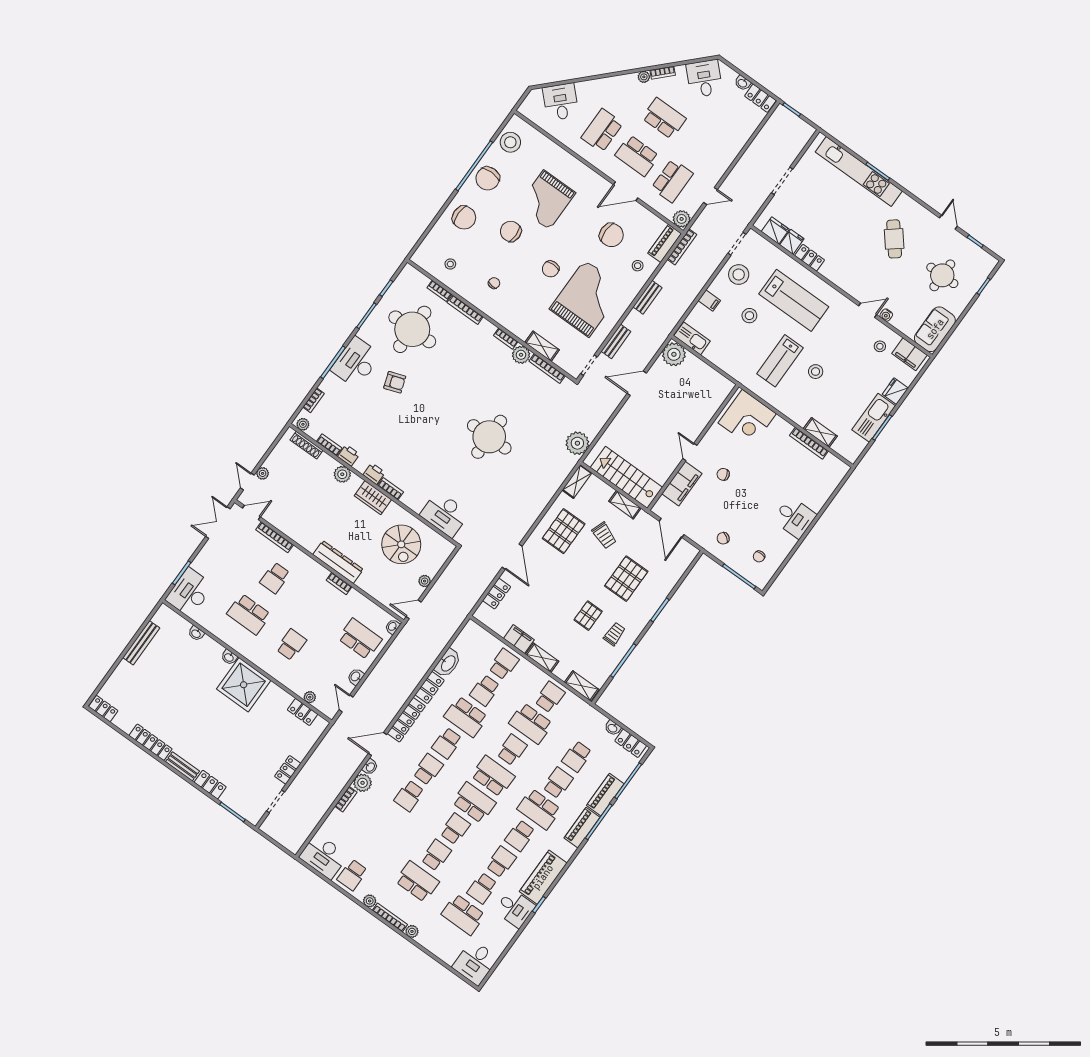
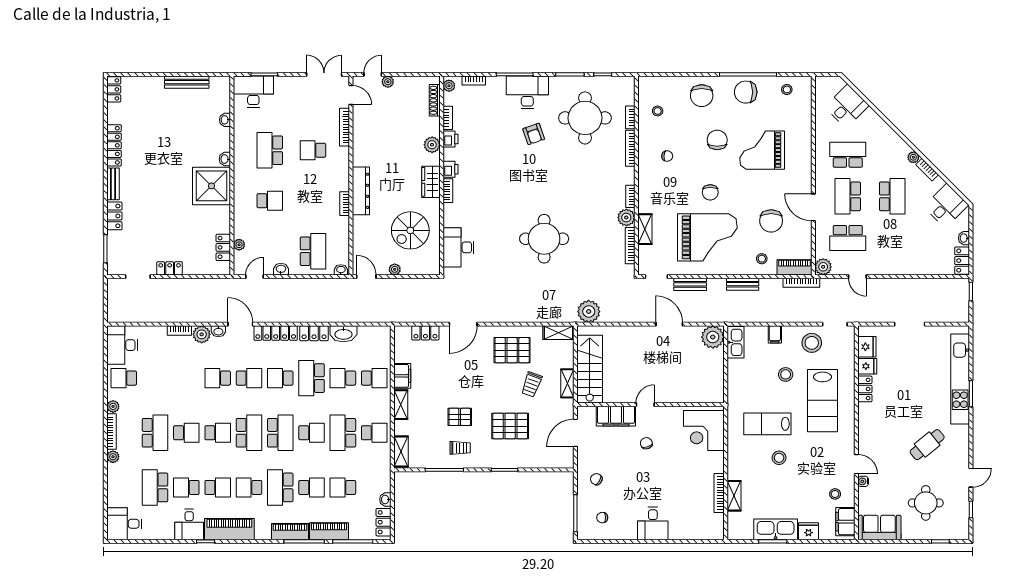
stool: (510, 142) -> (787, 89), width x0.53, depth x0.53
chair: (551, 269) -> (710, 192), turned -89

